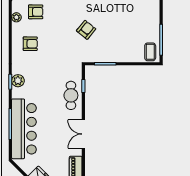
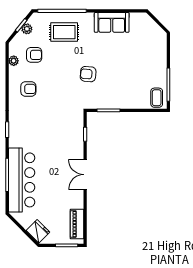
armchair: (86, 30) -> (88, 74), turned -124
plant: (18, 81) -> (15, 129), removed
cafe table: (71, 95) -> (72, 144), removed
double door: (83, 134) -> (85, 175), moved

